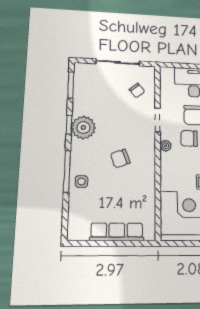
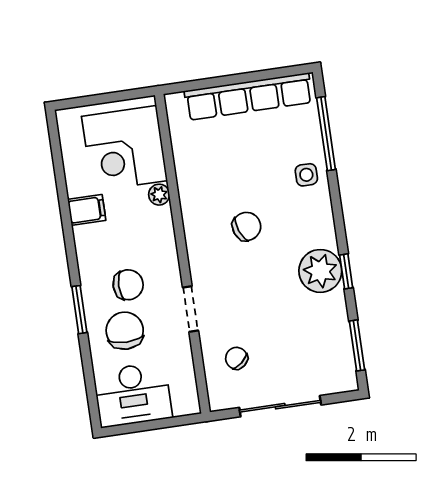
plant: (166, 146) -> (159, 195), moved
window: (67, 171) -> (326, 134), moved
row of seats: (117, 232) -> (248, 97), width x1.36

